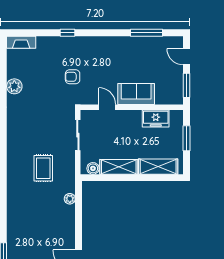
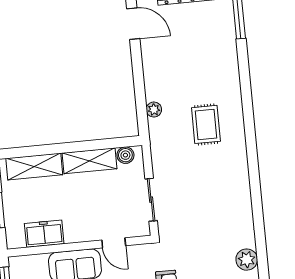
rug: (43, 168) -> (206, 124), moved

